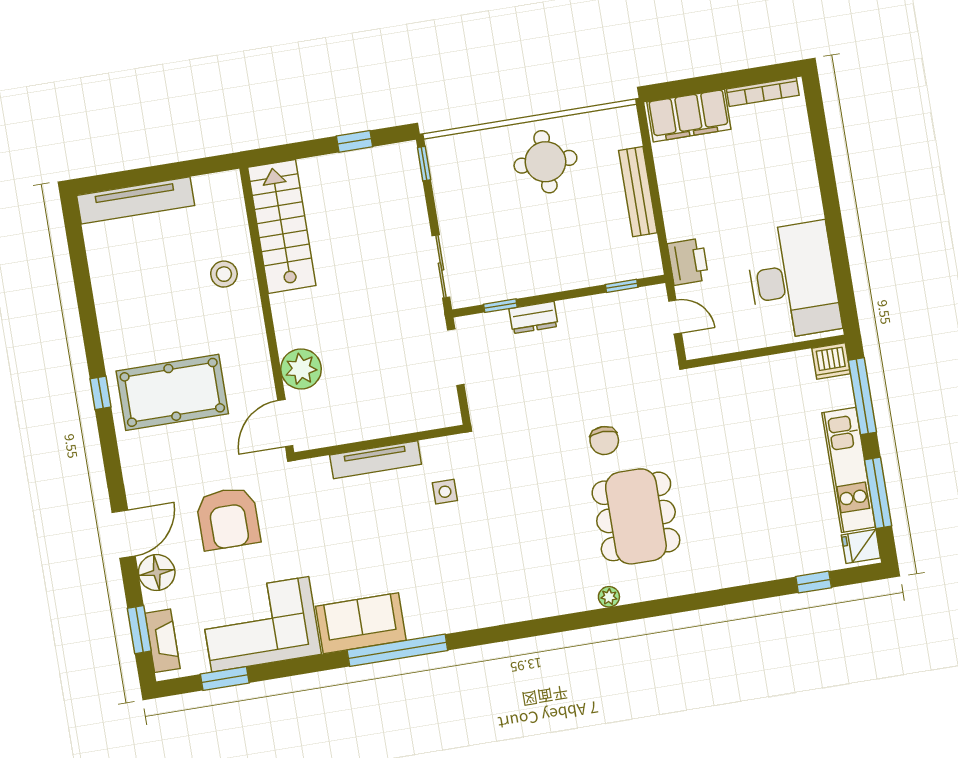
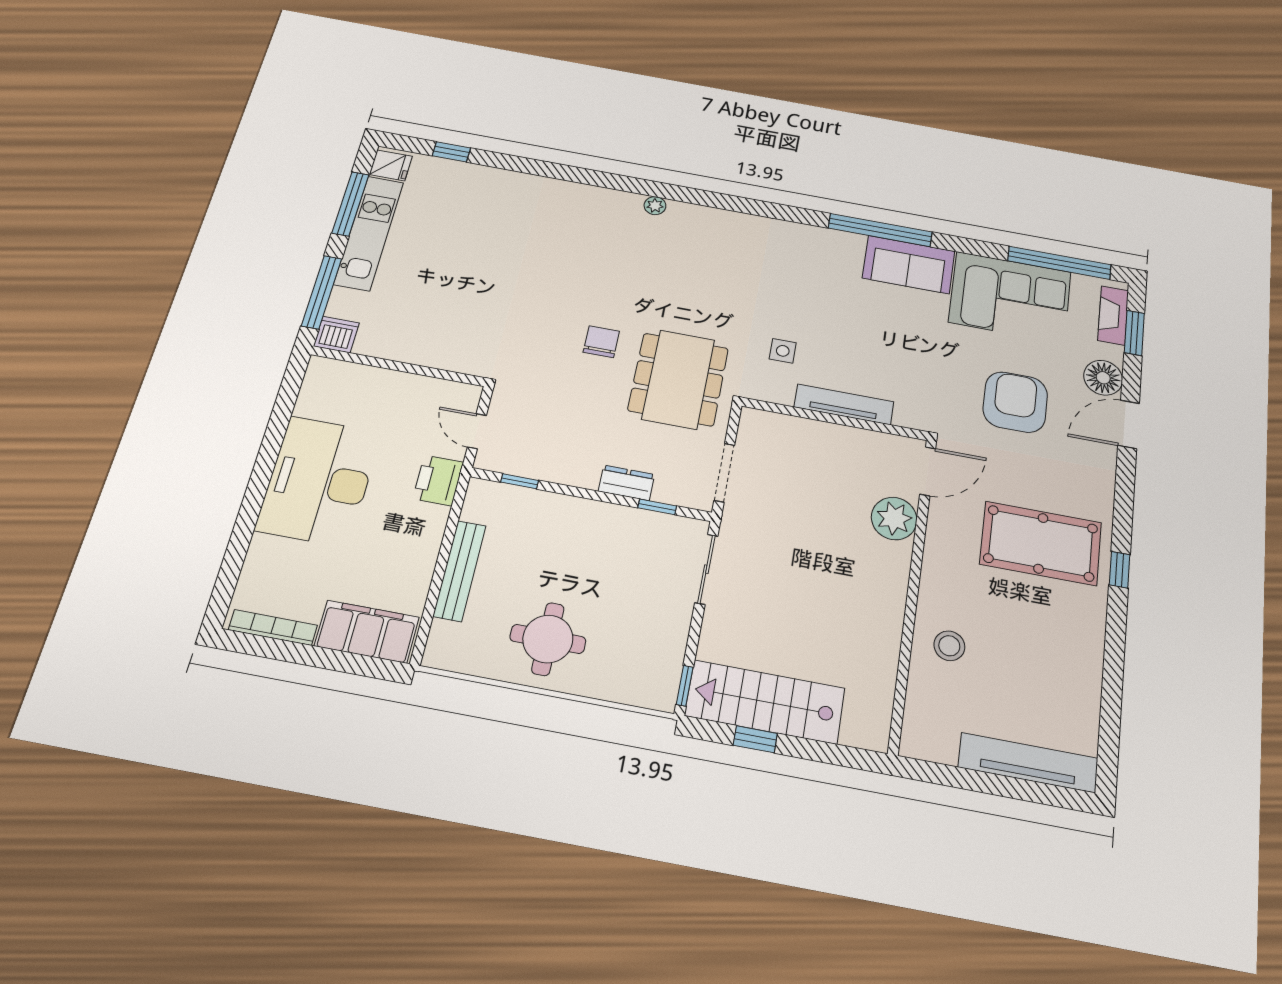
stairs: (282, 226) -> (765, 702), moved, turned 90
desk: (793, 281) -> (319, 481), moved
dining table: (636, 516) -> (678, 379), moved
window: (225, 679) -> (1059, 263), width x2.11

